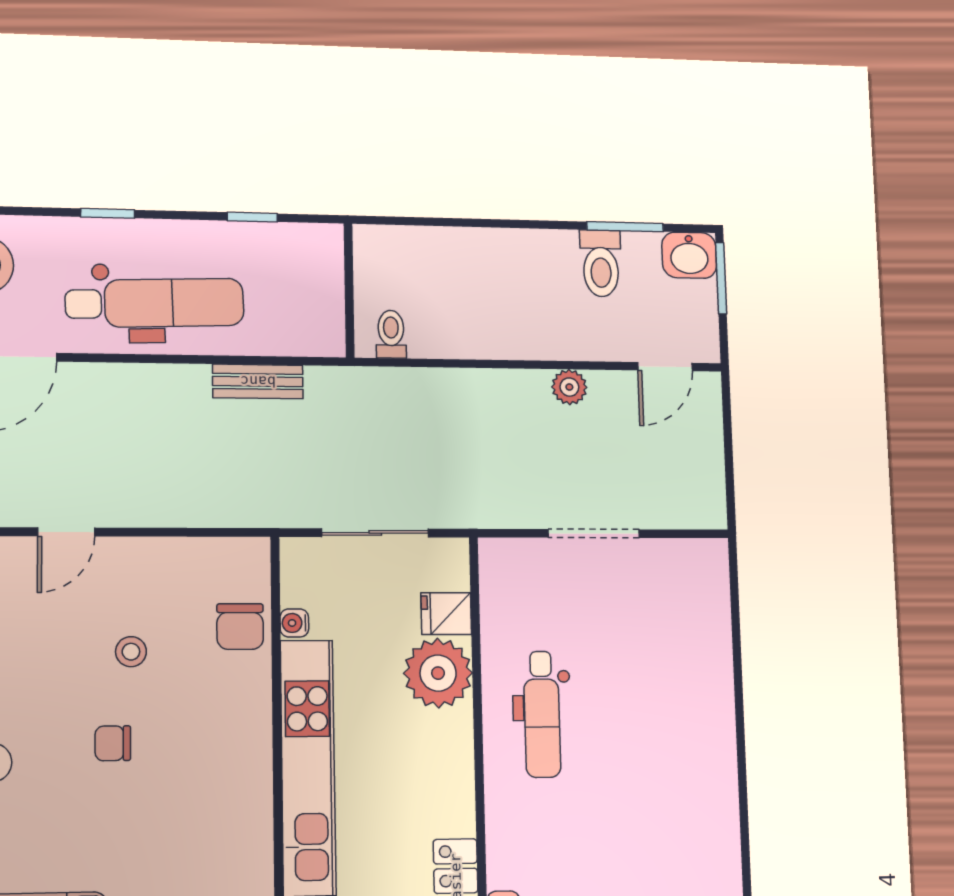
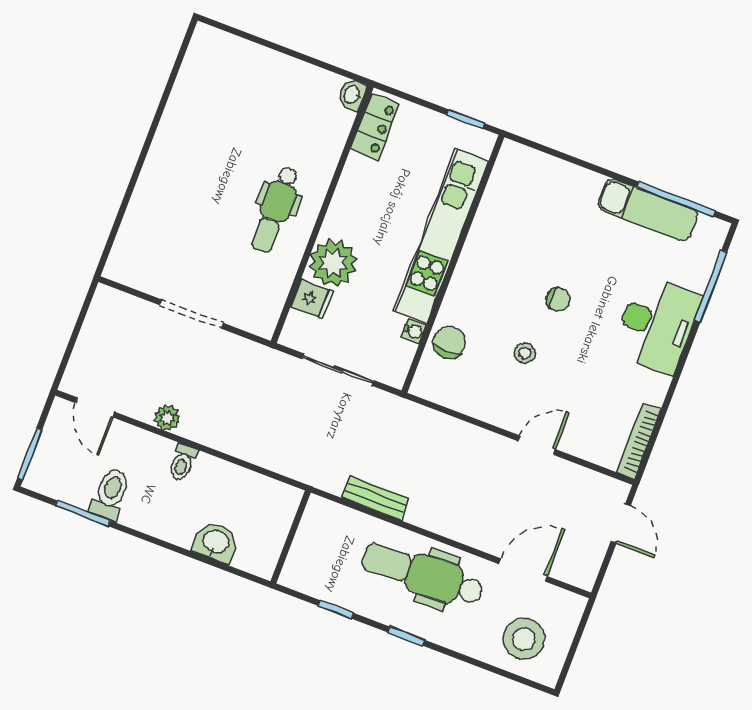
window: (108, 213) -> (406, 636), moved
washbasin: (689, 255) -> (216, 542), moved
toilet: (391, 334) -> (183, 462), moved
door: (665, 367) -> (95, 407), swing flipped
dental chair: (542, 714) -> (275, 210), turned 180

